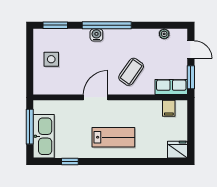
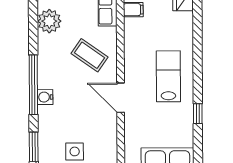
plant: (164, 34) -> (49, 21), width x1.87, depth x1.87
window: (70, 161) -> (198, 114), moved

